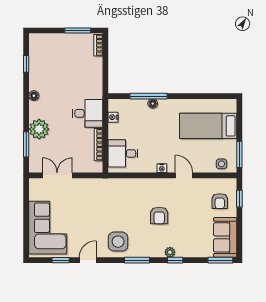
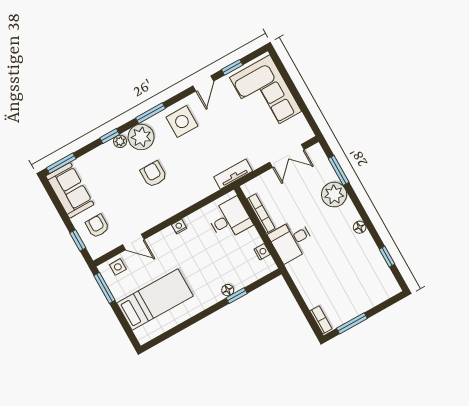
window: (148, 96) -> (237, 296), width x0.46
door: (184, 175) -> (133, 242), moved
tv unit: (103, 184) -> (233, 174), added
plant: (153, 247) -> (141, 137), added

